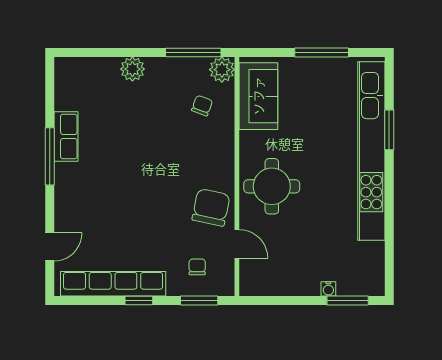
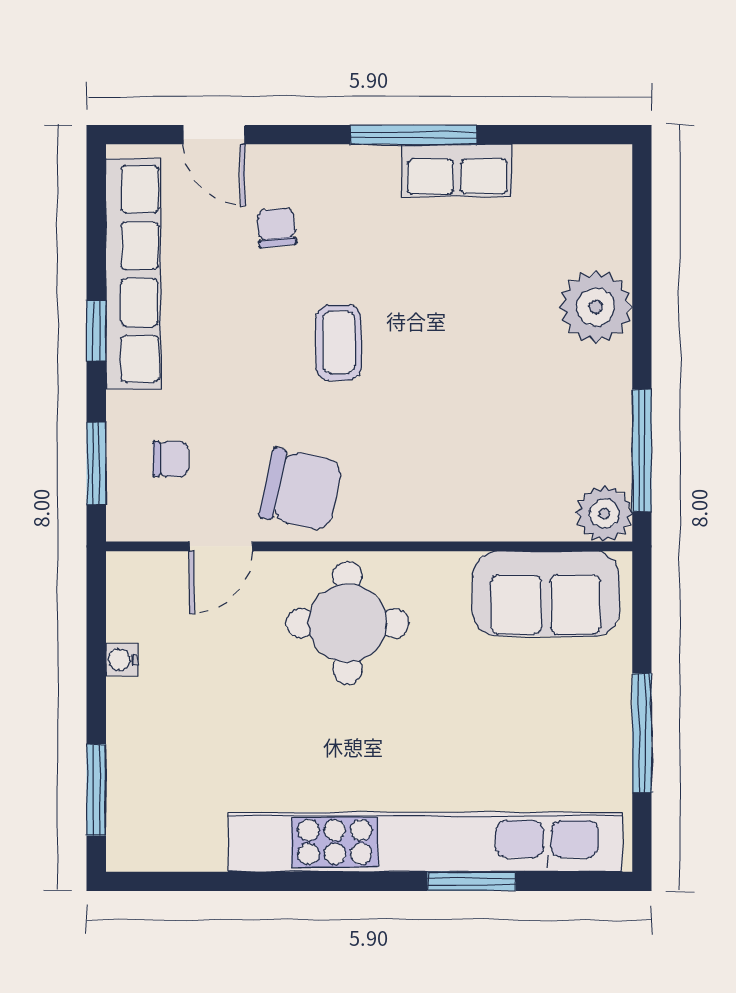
plant: (132, 69) -> (596, 307), width x1.36, depth x1.36
chair: (202, 106) -> (276, 228), moved, turned -116
coffee table: (144, 190) -> (339, 343), added
water cooler: (328, 289) -> (122, 660), moved

